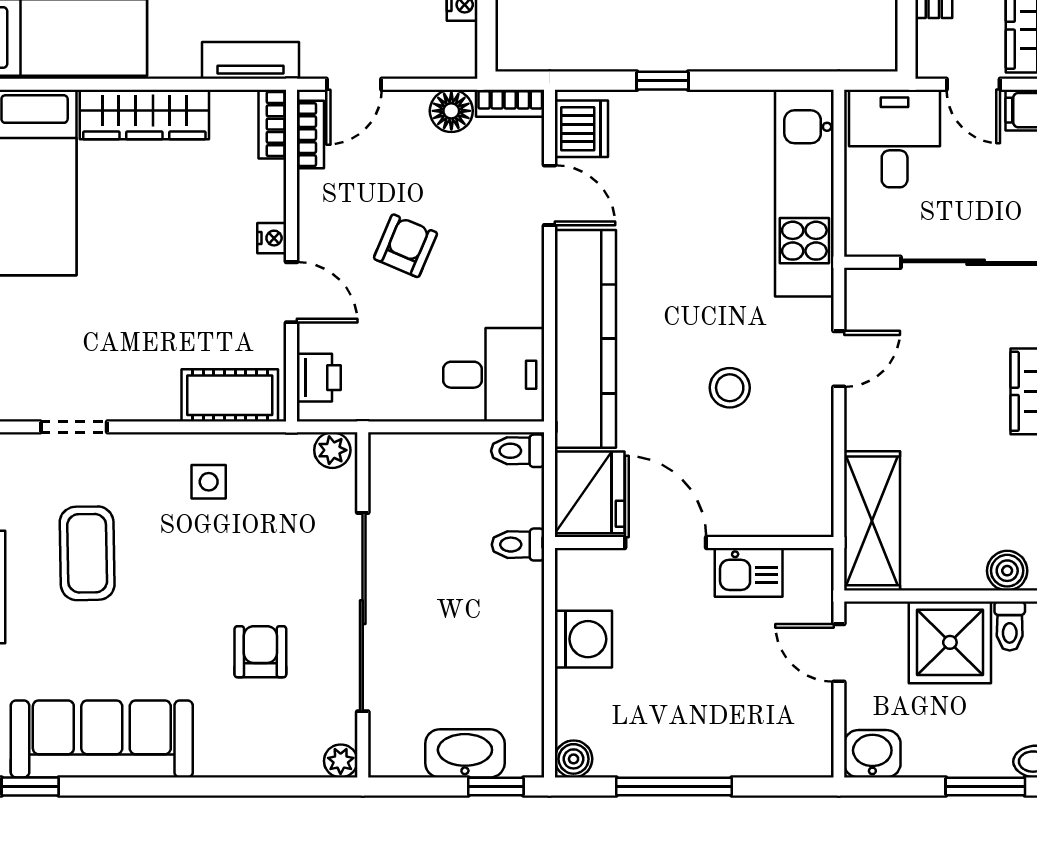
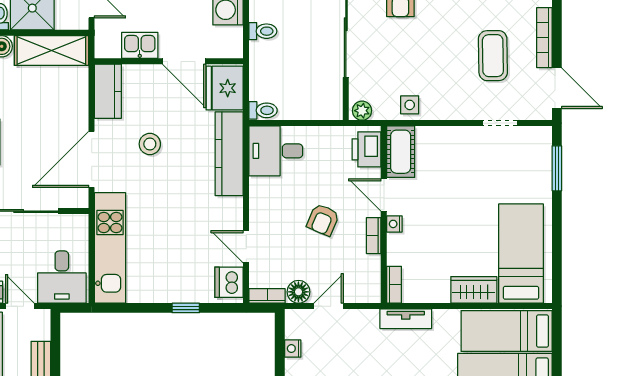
door: (354, 84) -> (329, 306), moved
wardrobe: (144, 114) -> (474, 290), width x0.67
bookcase: (310, 135) -> (374, 236), moved
kitchen counter: (585, 339) -> (229, 154), width x0.72, depth x0.86
door: (839, 359) -> (92, 159), width x1.88
printer: (319, 378) -> (366, 149), width x1.36, depth x1.24
cot: (230, 395) -> (401, 152), moved, turned 90
side table: (209, 482) -> (410, 105), moved
kitchen counter: (808, 487) -> (108, 91), added
shelving: (872, 521) -> (51, 51), moved, turned 90
toilet: (518, 545) -> (263, 31), moved

